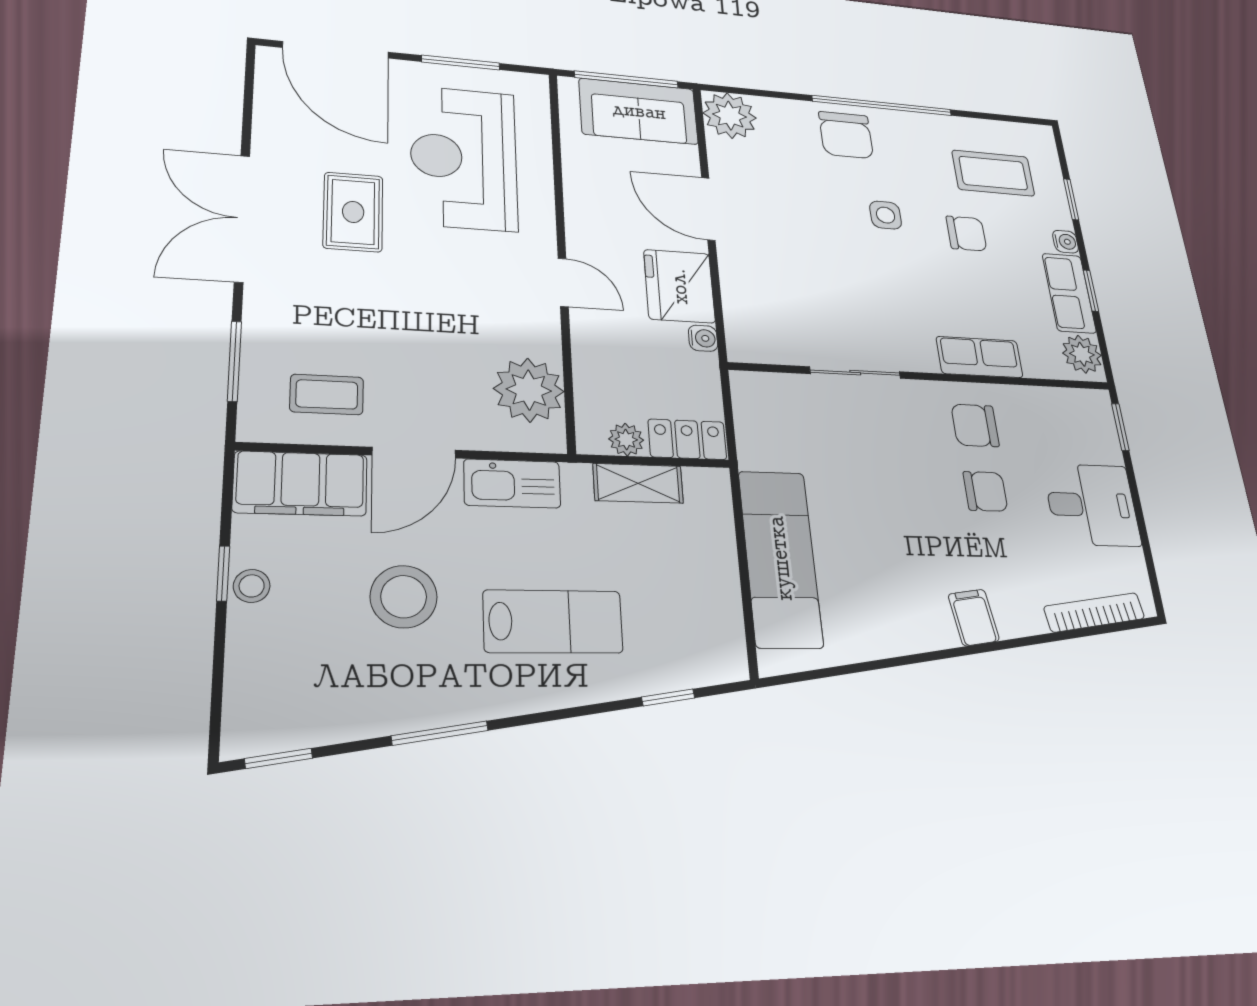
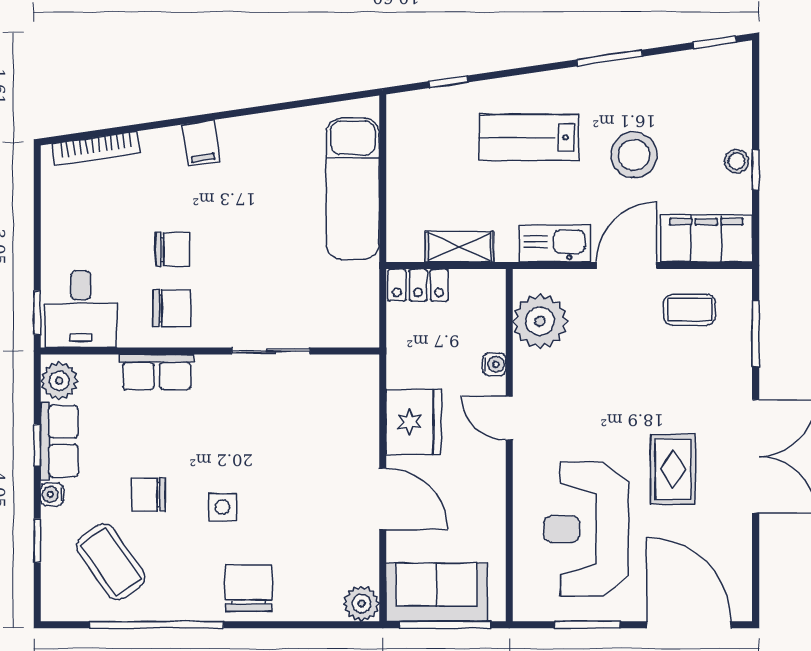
window: (882, 105) -> (156, 625), moved
plant: (730, 116) -> (362, 604), width x0.73, depth x0.73
reception desk: (464, 158) -> (586, 529), turned 180
coffee table: (993, 173) -> (111, 562), turned 55
water cooler: (703, 338) -> (494, 364), moved, turned 180
plant: (626, 440) -> (466, 283), removed
chair: (985, 491) -> (173, 249), turned 180
desk: (1092, 505) -> (81, 309), moved, turned -90

